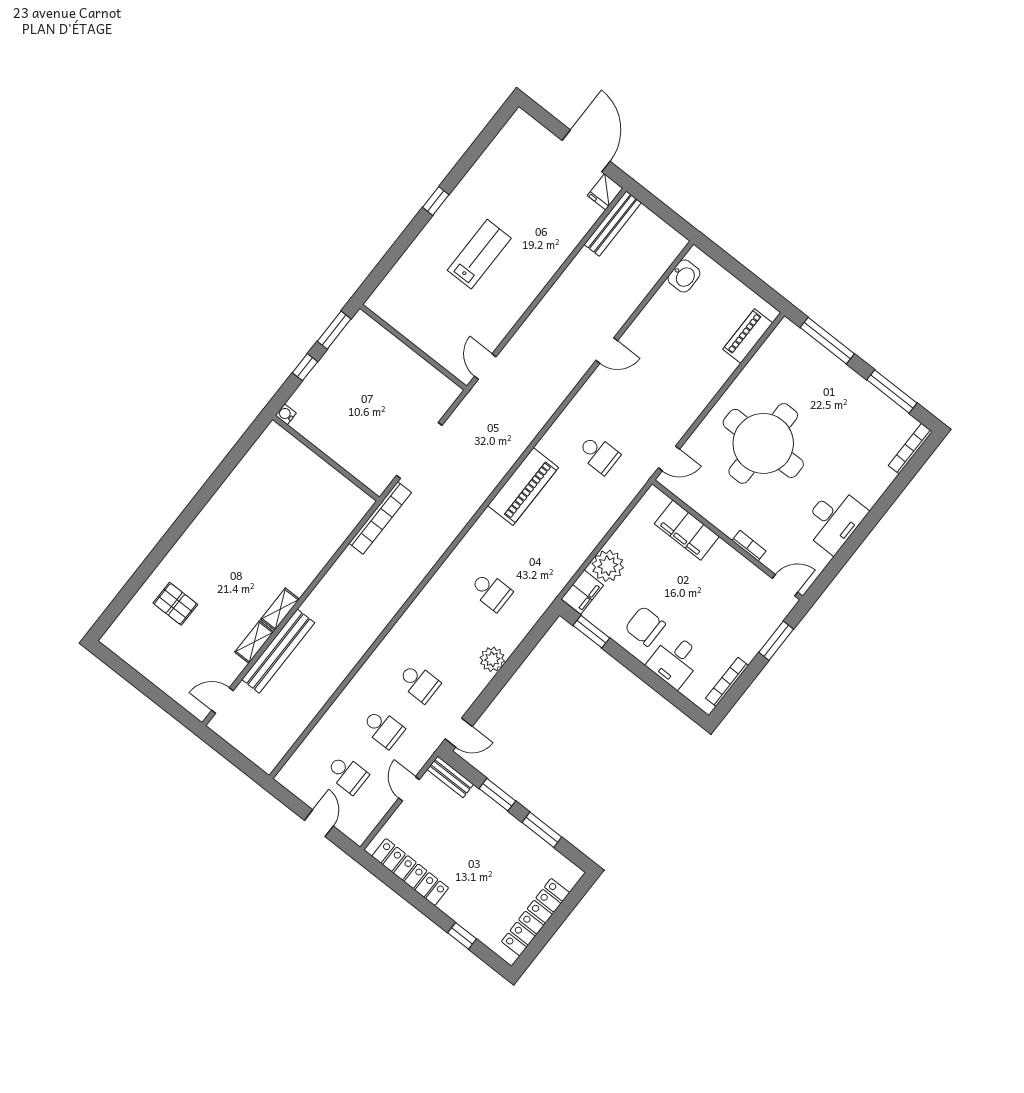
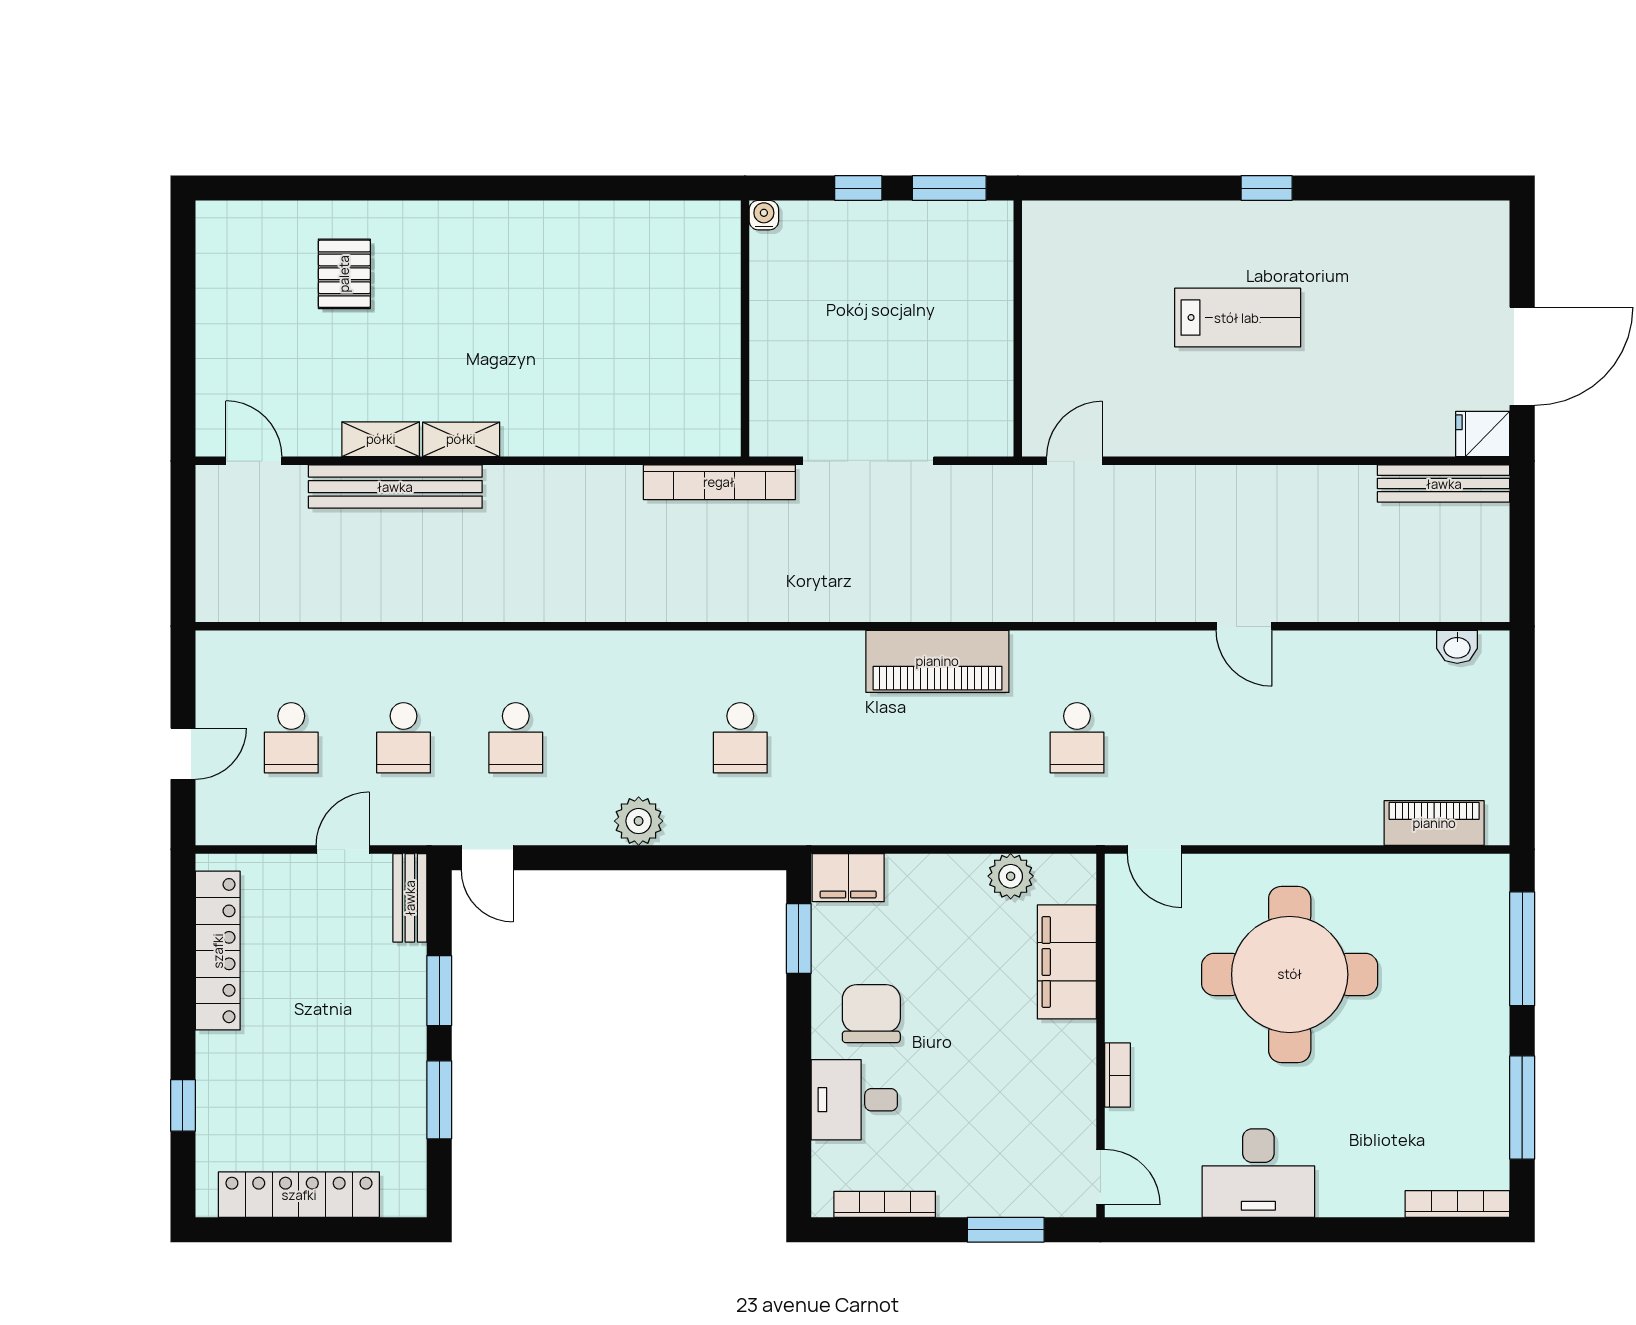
washbasin: (684, 276) -> (1457, 647), width x0.72, depth x0.69
plant: (608, 566) -> (1011, 876), moved, width x0.73, depth x0.73

